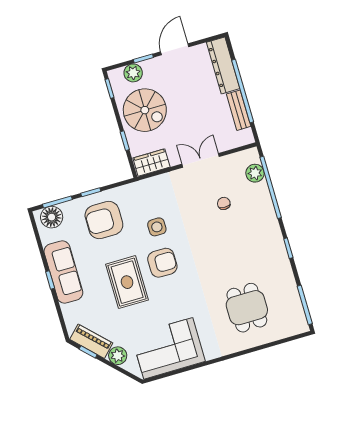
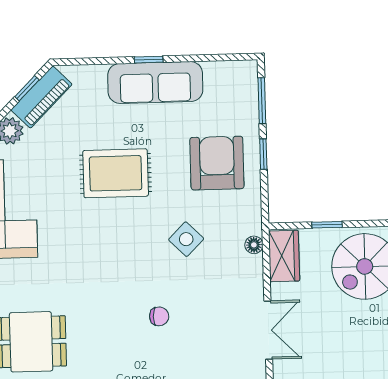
chair: (224, 203) -> (159, 316), moved
floor lamp: (52, 217) -> (254, 245), moved, width x0.53, depth x0.53
side table: (157, 227) -> (186, 239), turned 45
armchair: (162, 263) -> (131, 233), removed

